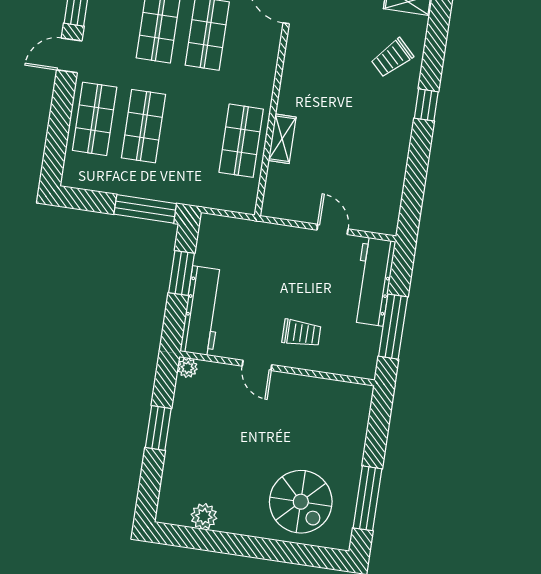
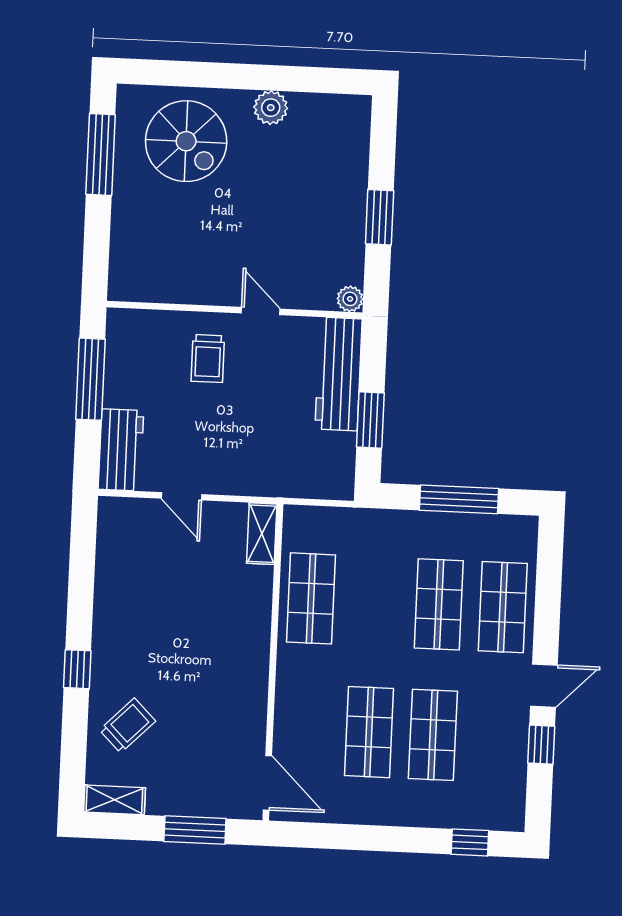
shelving: (282, 139) -> (262, 534), moved
window: (145, 209) -> (459, 499), moved
workbench: (374, 281) -> (121, 450), width x0.73
trolley: (301, 333) -> (208, 359), turned -90
spiral stairs: (301, 502) -> (186, 141), turned 180
plant: (204, 516) -> (271, 108), moved

